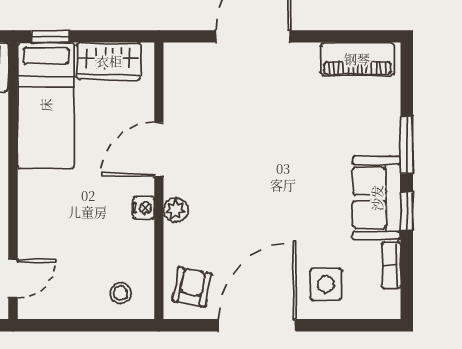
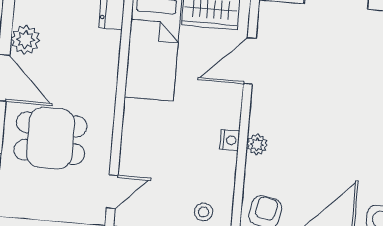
door: (159, 149) -> (250, 61), moved

